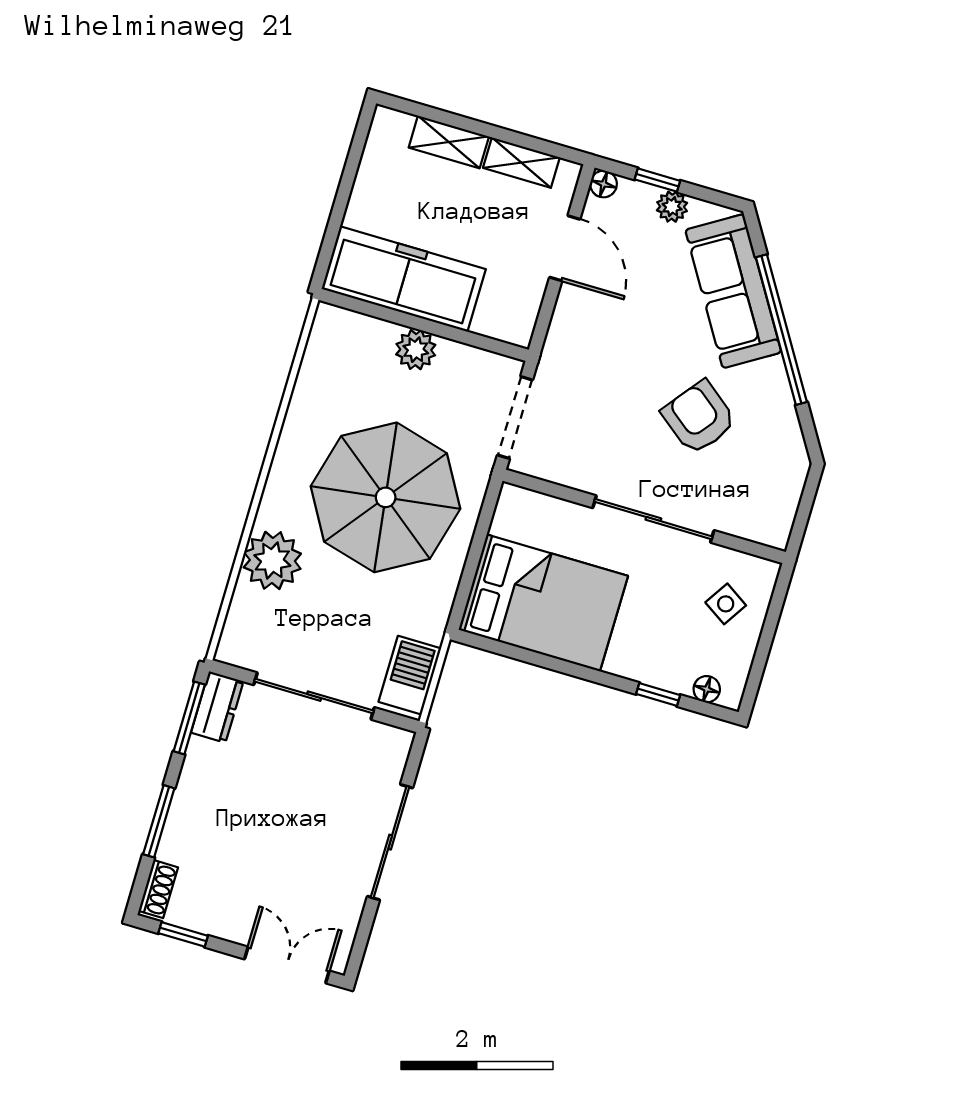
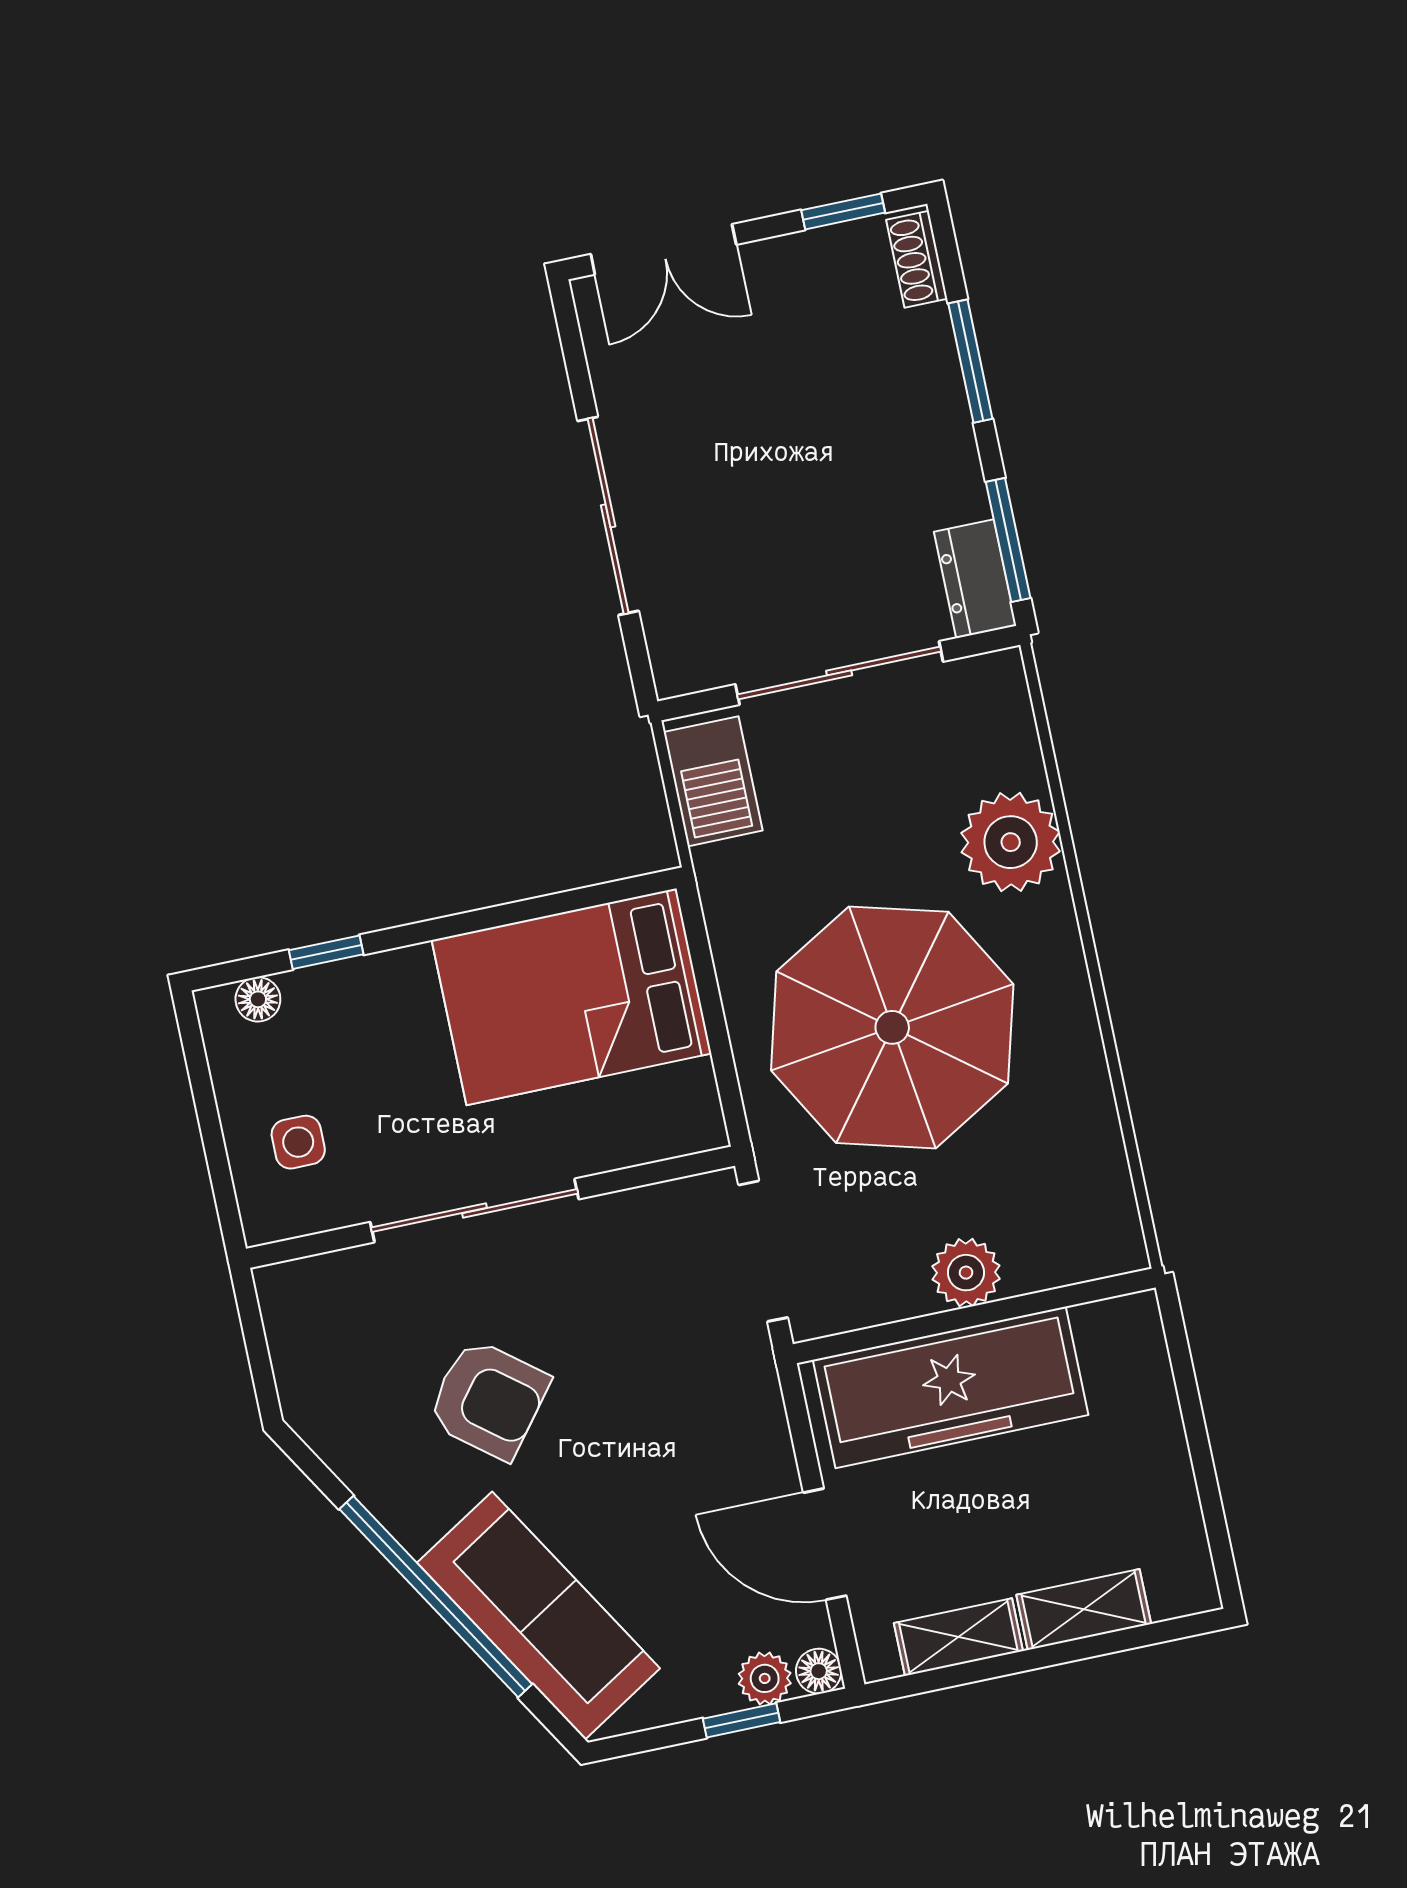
plant: (672, 207) -> (765, 1678), moved
freezer: (404, 279) -> (951, 1387), moved
side table: (726, 604) -> (298, 1142), turned -33

